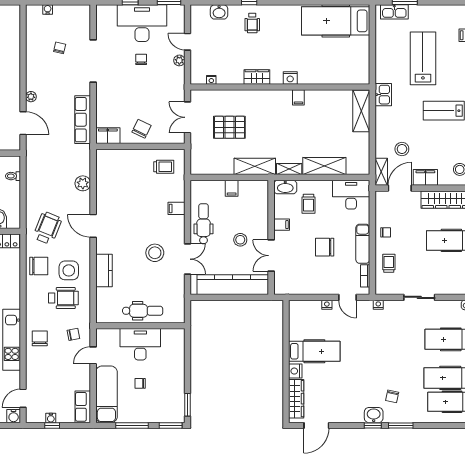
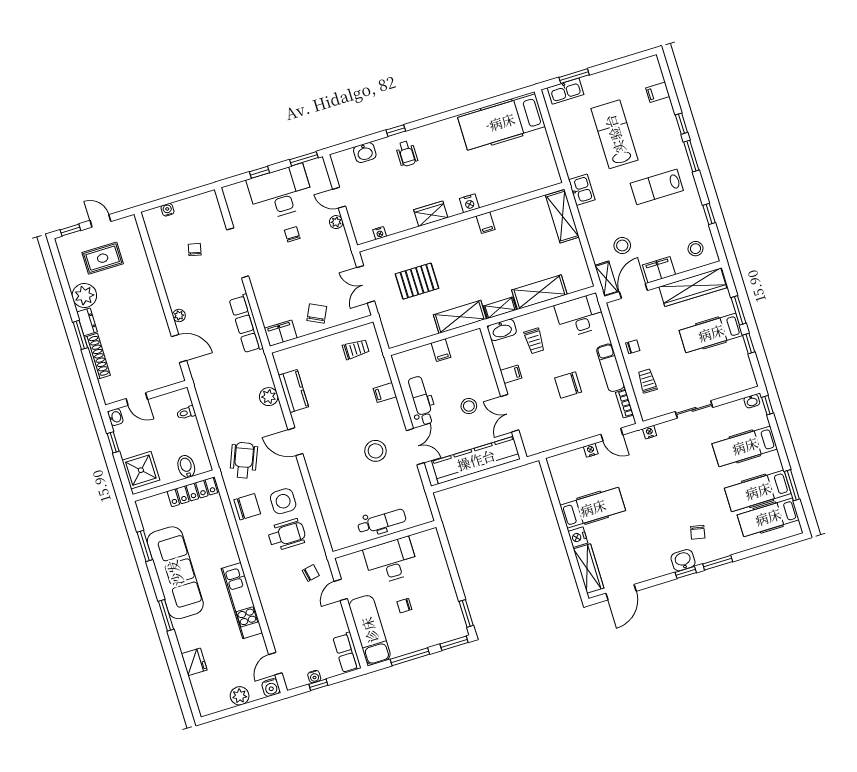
kitchen counter: (104, 271) -> (294, 391), moved
chair: (40, 338) -> (274, 589), removed

